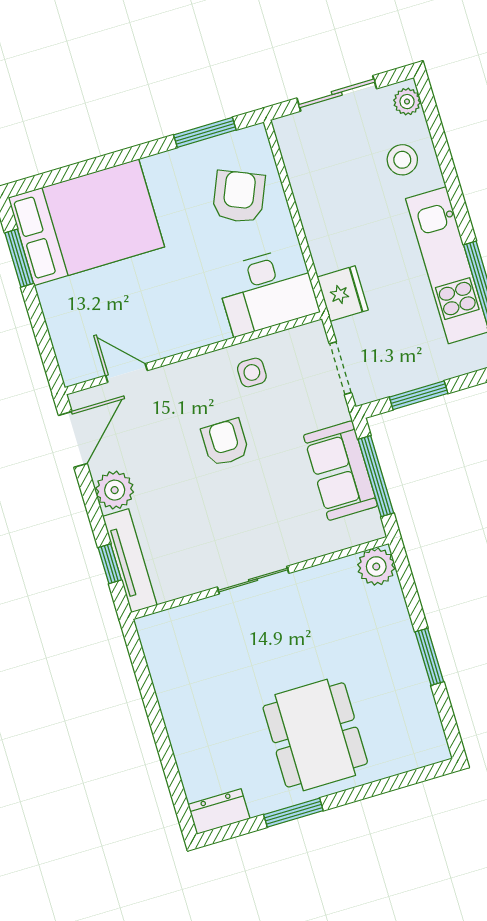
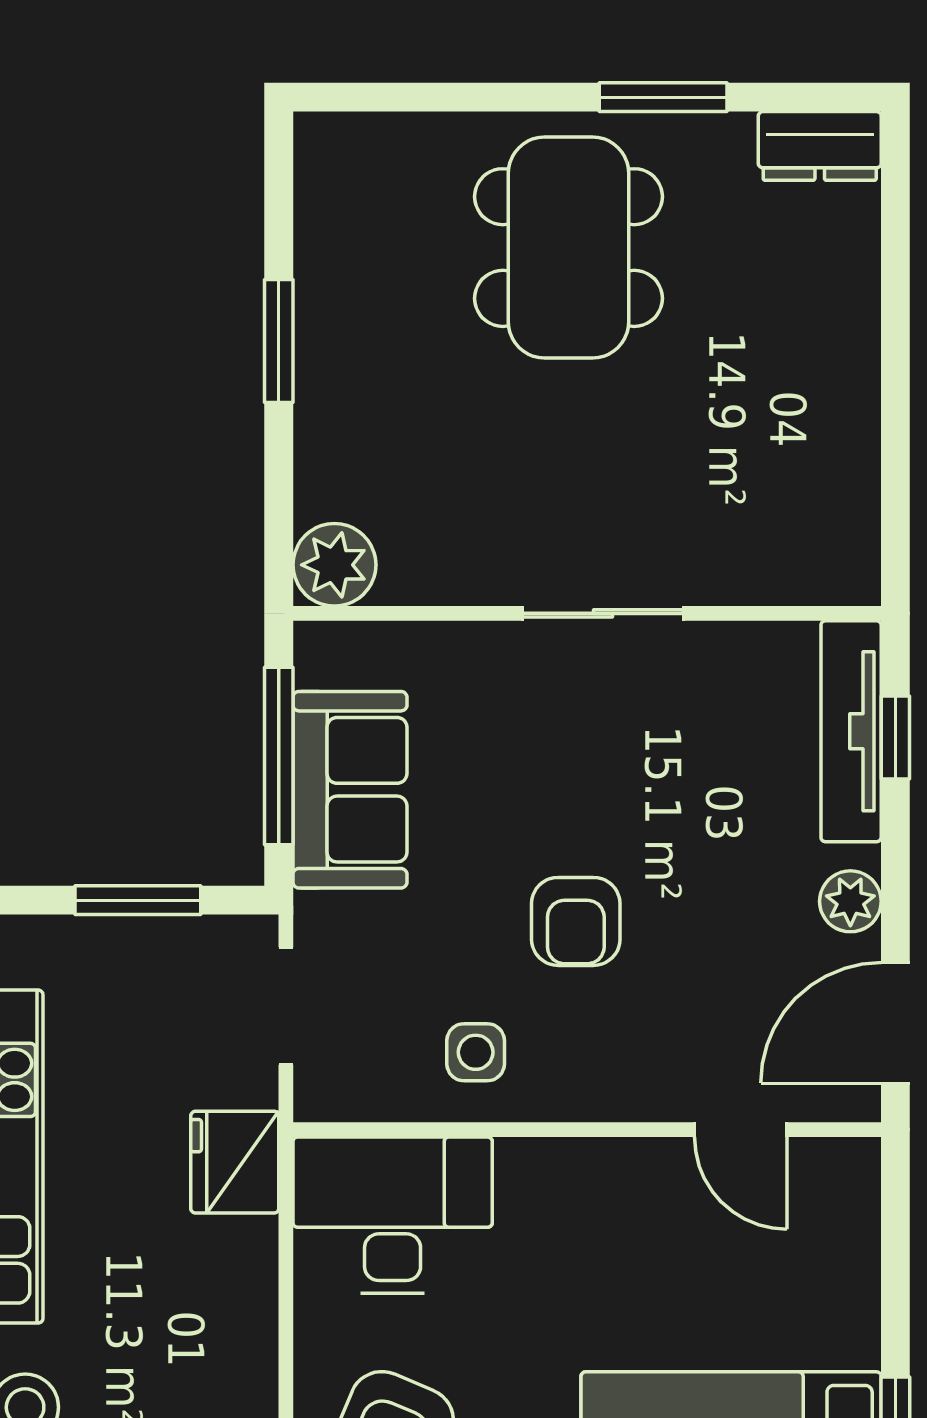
plant: (115, 490) -> (850, 901), width x0.73, depth x0.73

